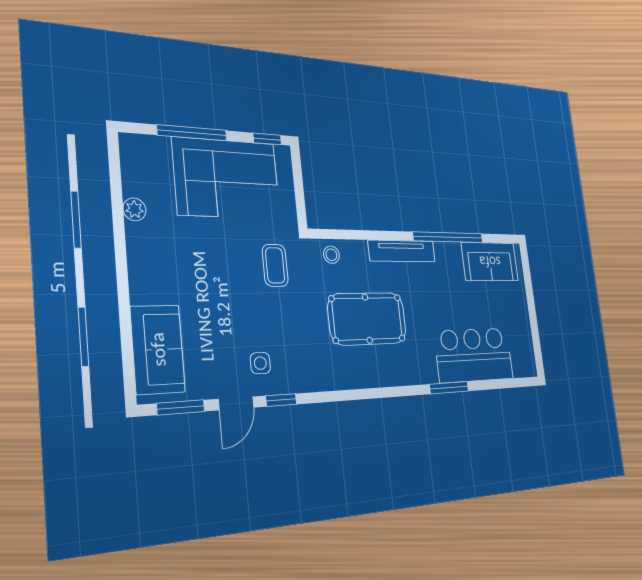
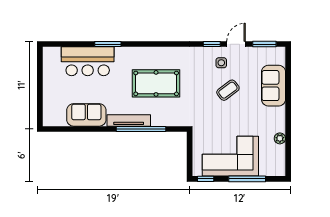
window: (448, 237) -> (141, 129), moved
stool: (331, 255) -> (174, 118), removed
sofa: (490, 262) -> (86, 115), moved
coffee table: (275, 265) -> (228, 90), moved, turned 53
sofa: (158, 349) -> (274, 86), moved

